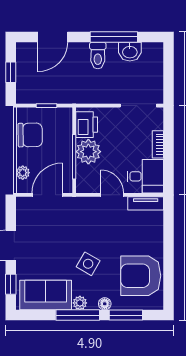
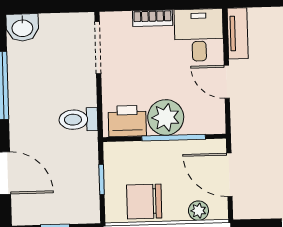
washbasin: (130, 52) -> (22, 27), moved, turned 90
toilet: (98, 55) -> (78, 119), moved, turned 180
chair: (30, 135) -> (144, 201), turned -89
door: (112, 195) -> (227, 82), hinge flipped

